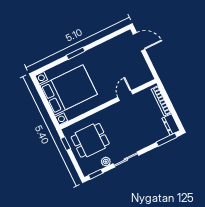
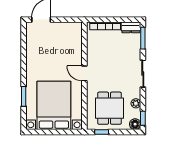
window: (76, 53) -> (24, 96), moved
door: (125, 96) -> (84, 73), moved
sliding door: (126, 159) -> (143, 74), moved
floor lamp: (87, 170) -> (135, 124), added

